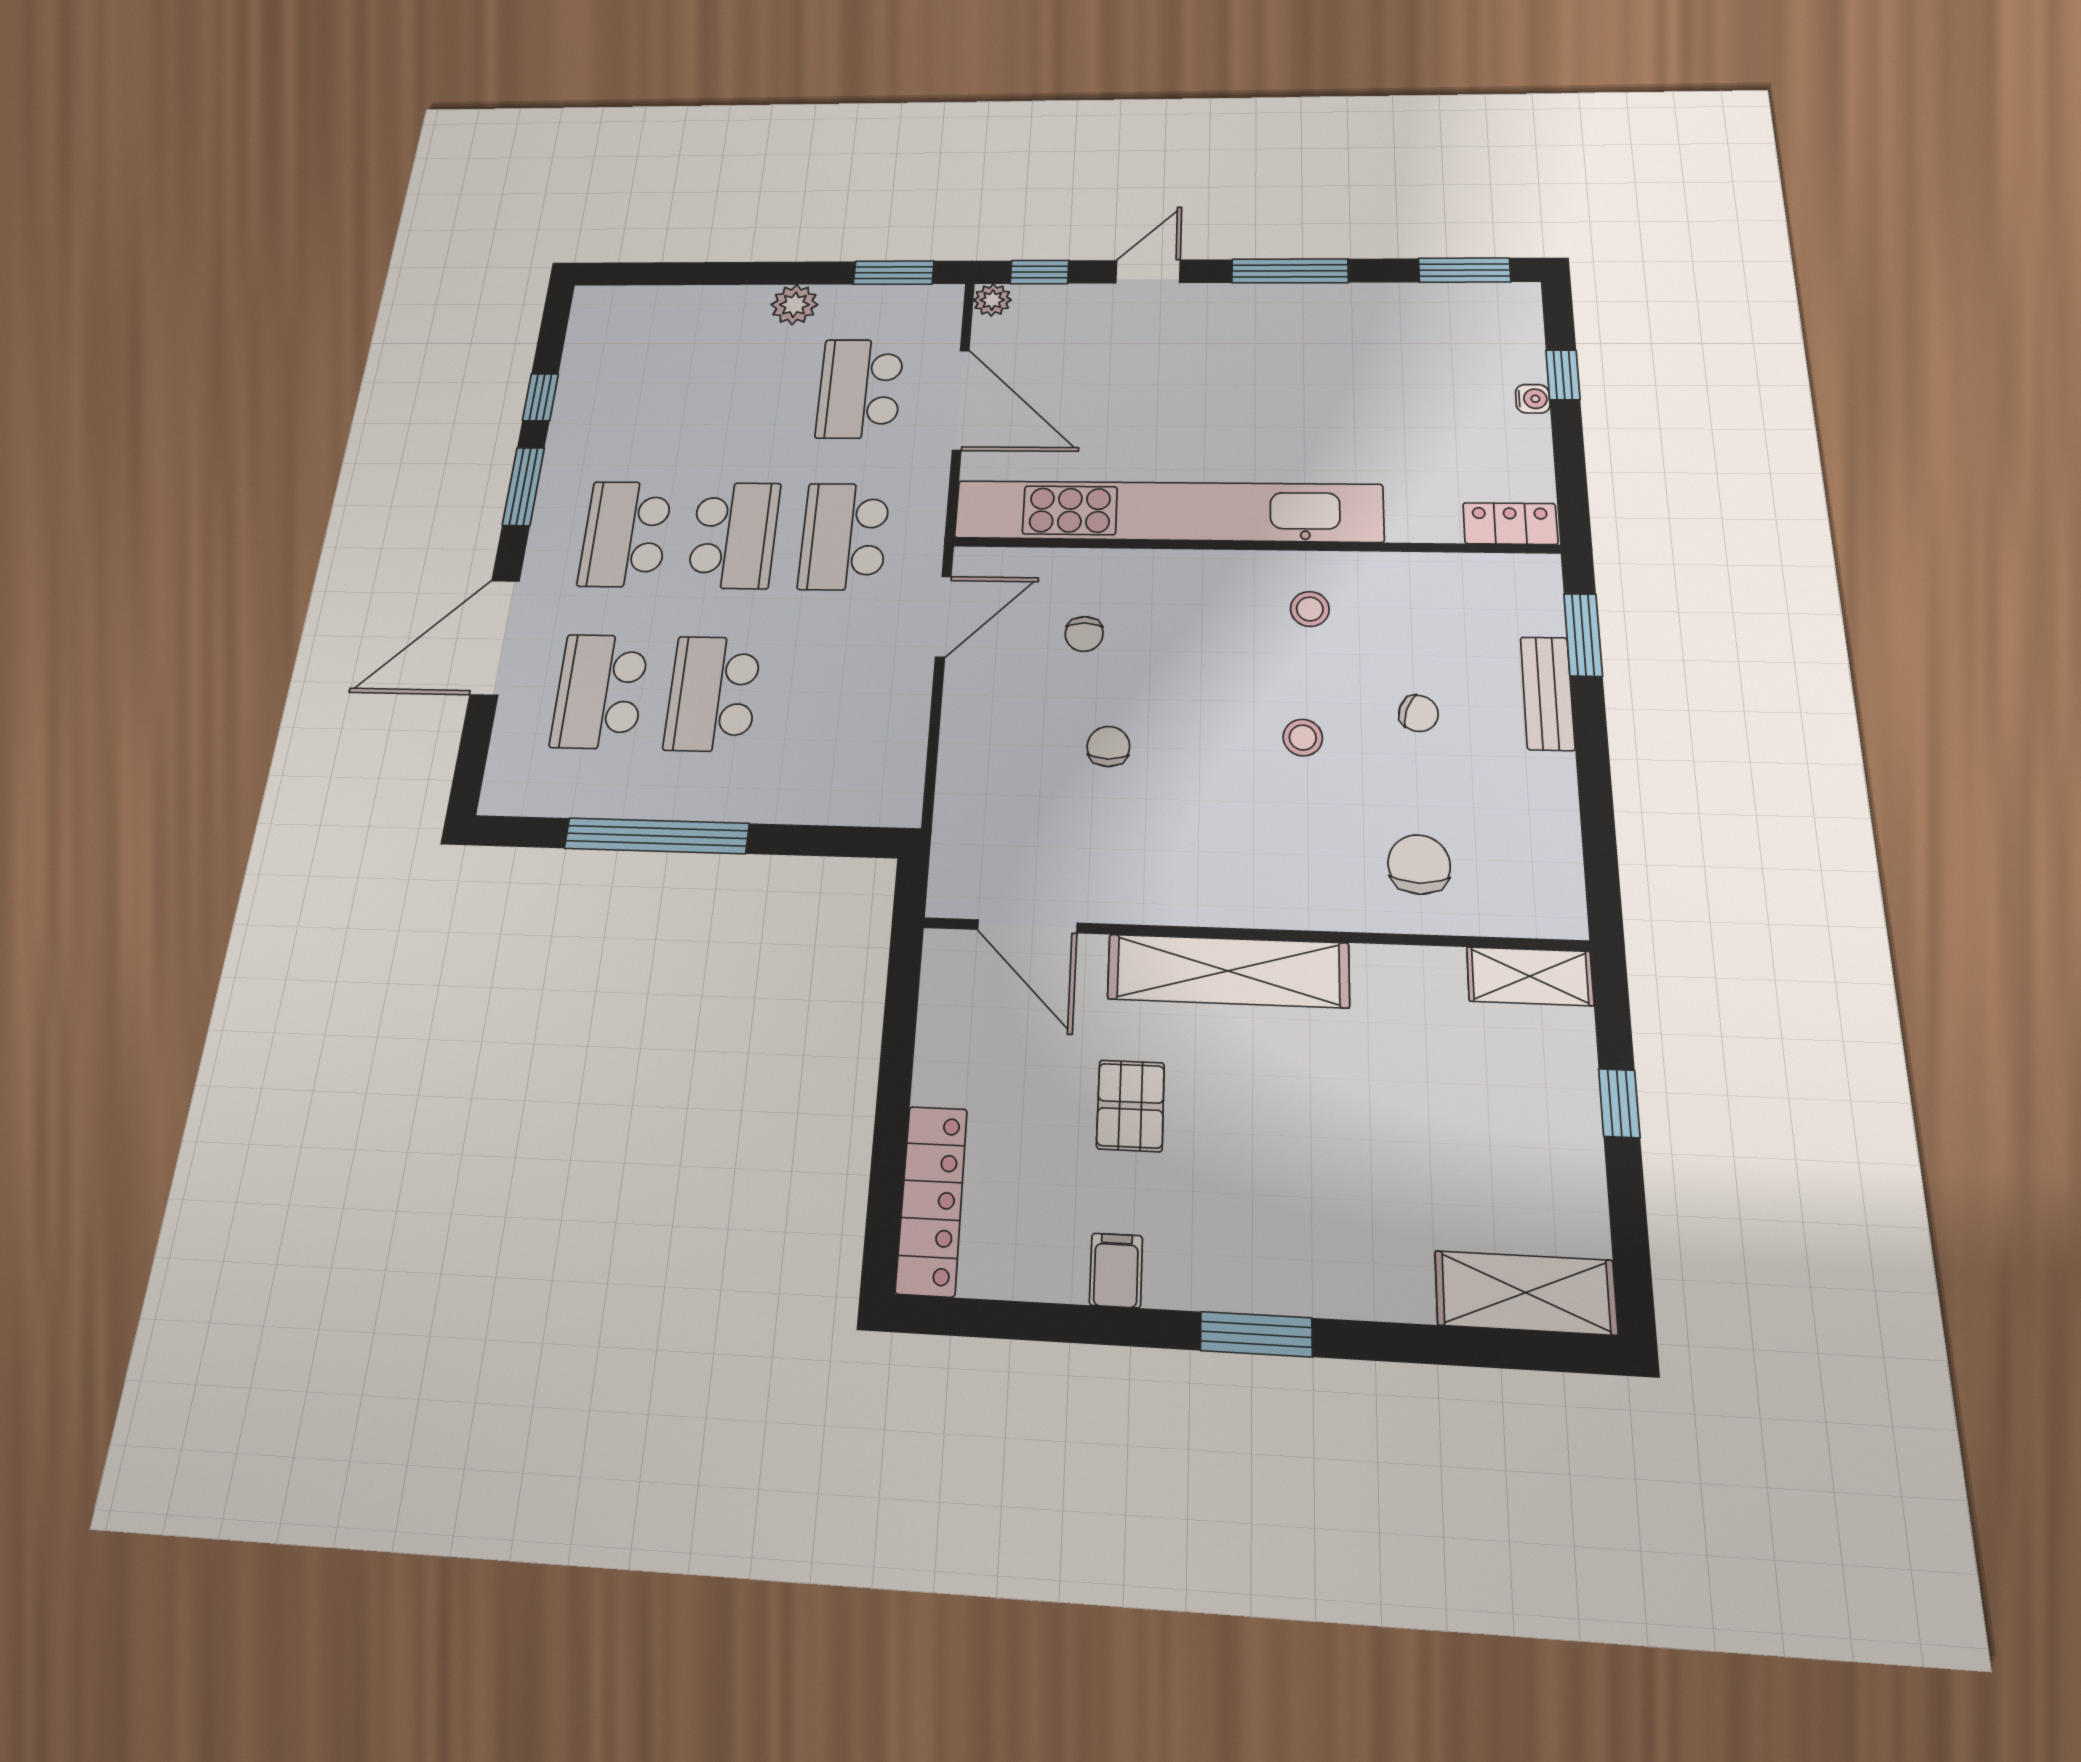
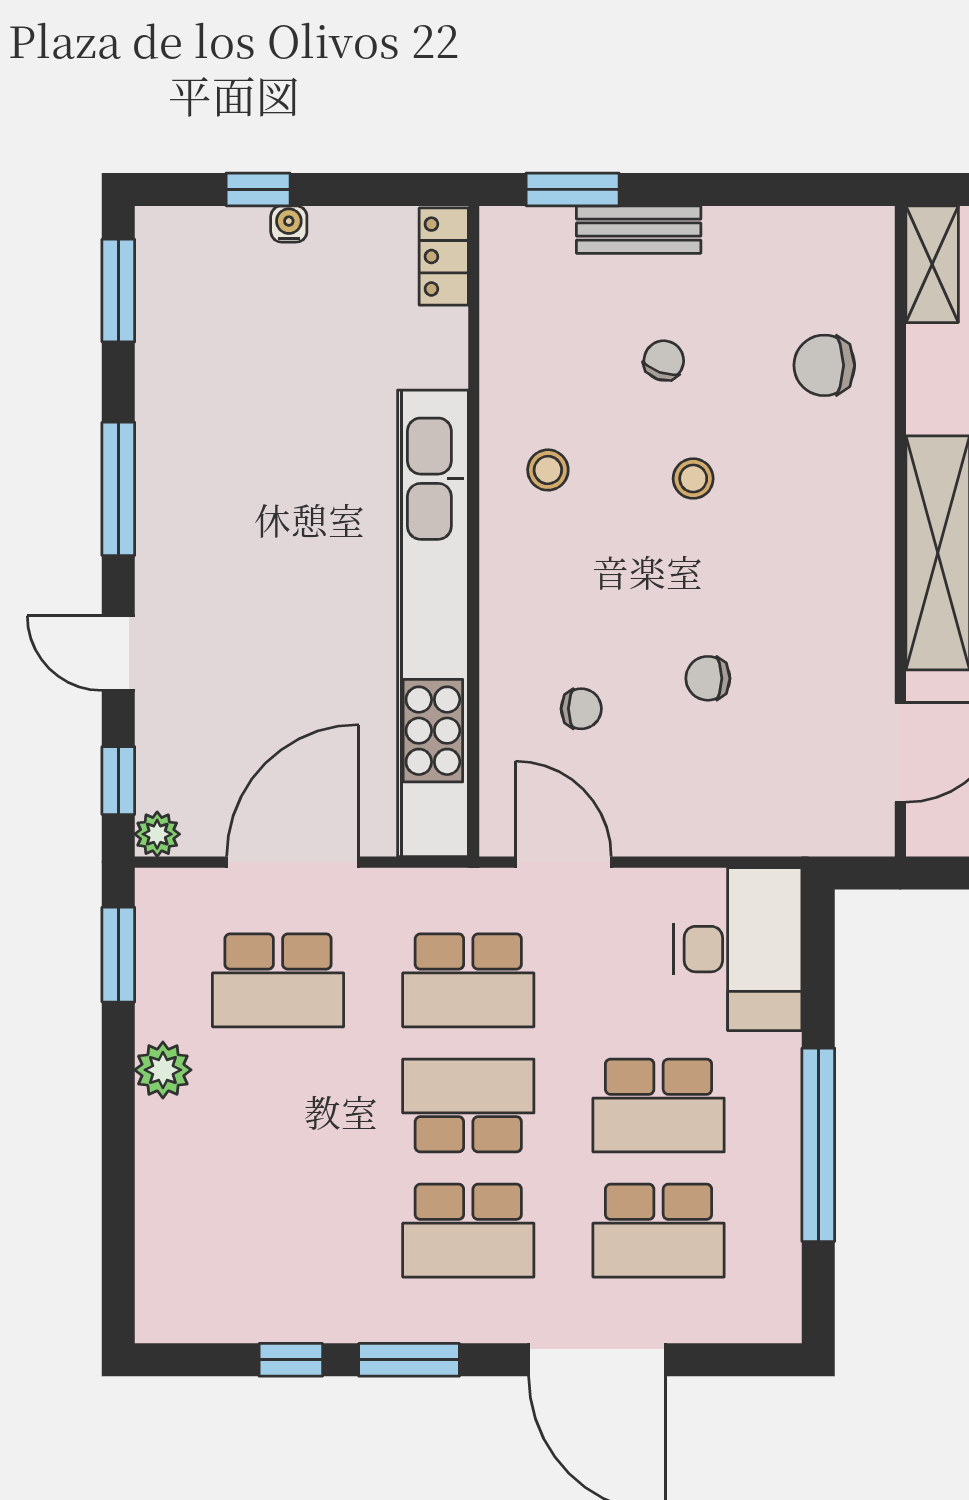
desk: (849, 767) -> (738, 949), added

